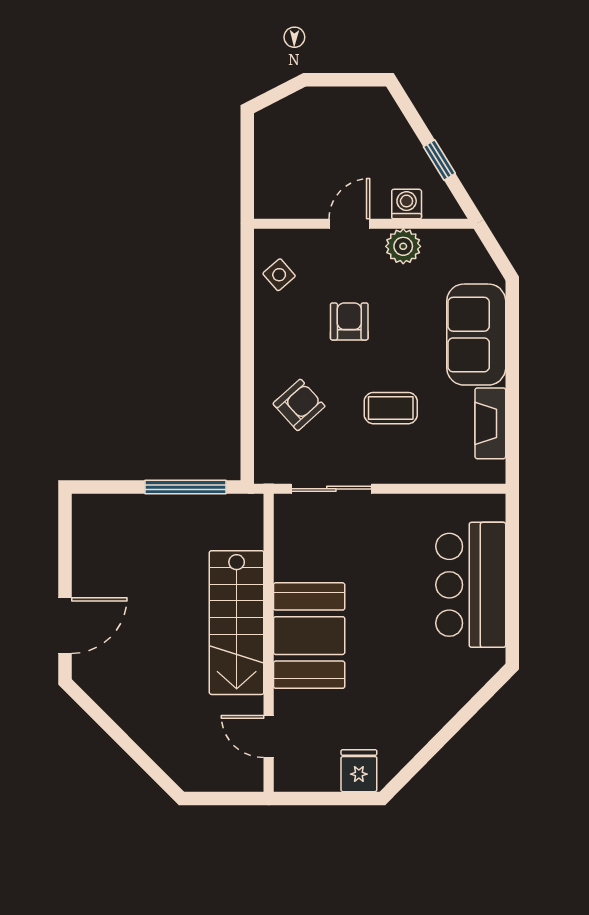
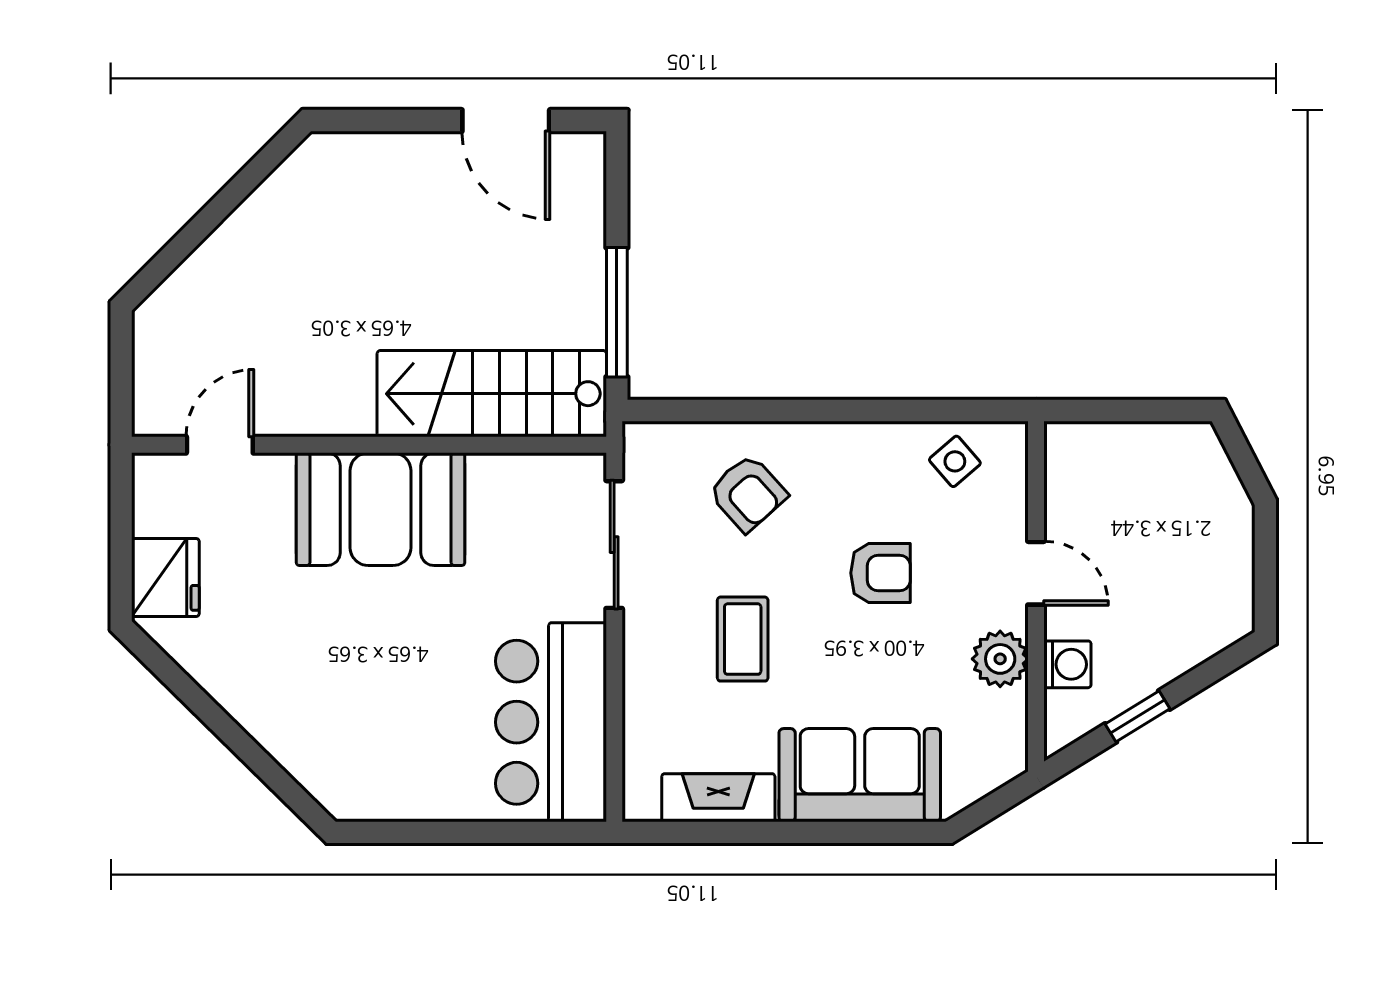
bar counter: (471, 585) -> (551, 722), moved, turned -90
stairs: (237, 623) -> (492, 394), moved
door: (65, 626) -> (506, 121), moved
fridge: (359, 771) -> (165, 578), width x1.38

